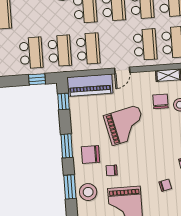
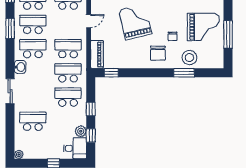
door: (122, 70) -> (89, 21), hinge flipped
window: (37, 79) -> (91, 109), moved
piano: (90, 85) -> (97, 54), width x0.73, depth x0.75
window: (67, 146) -> (149, 73), removed

